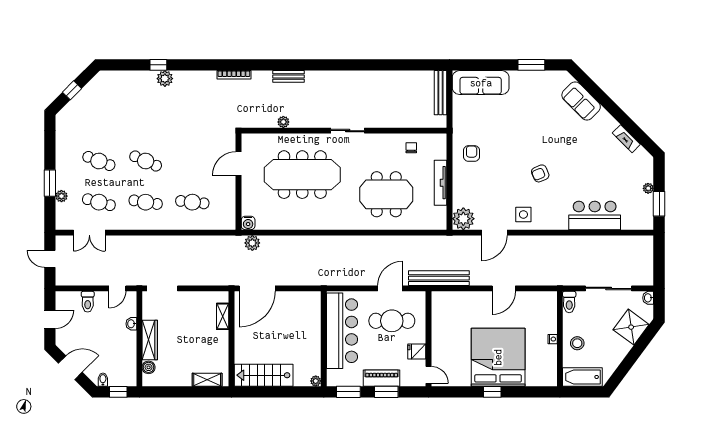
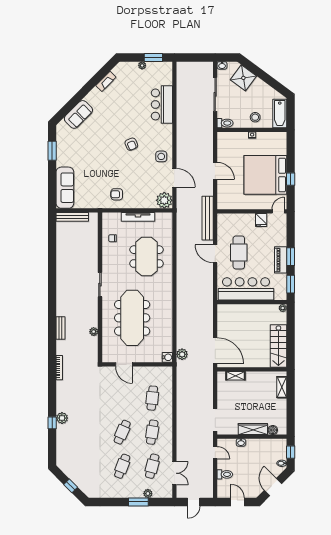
wall: (429, 339) -> (252, 211), moved
fridge: (417, 351) -> (261, 220), moved
door: (429, 375) -> (278, 211), moved

